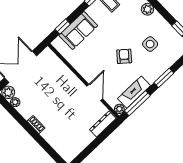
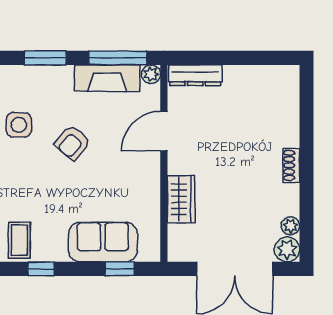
wardrobe: (65, 74) -> (181, 199), added

